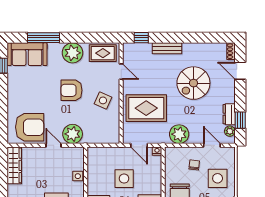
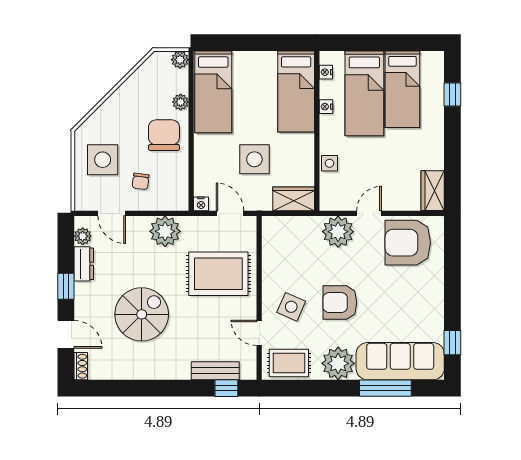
bench: (167, 48) -> (215, 371), moved
sofa: (27, 54) -> (400, 361), width x1.36
armchair: (71, 90) -> (340, 303), turned 180
side table: (103, 100) -> (291, 307), moved
window: (240, 120) -> (66, 286), moved
door: (53, 145) -> (369, 213), swing flipped
wardrobe: (100, 154) -> (294, 199), added
wardrobe: (14, 165) -> (433, 191), width x0.67

